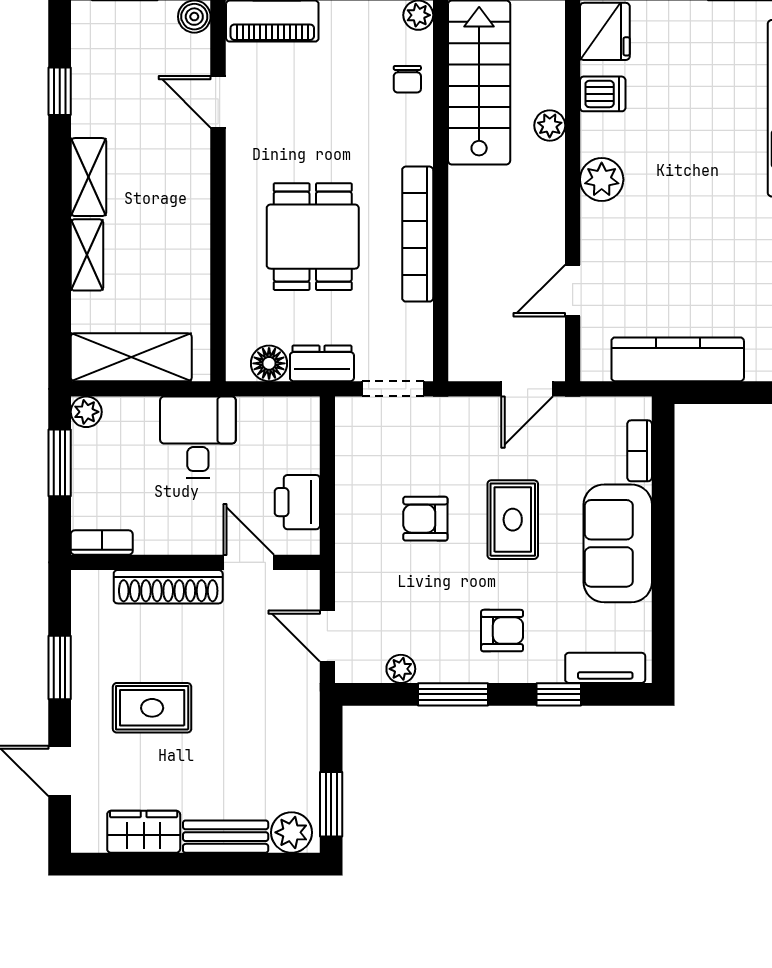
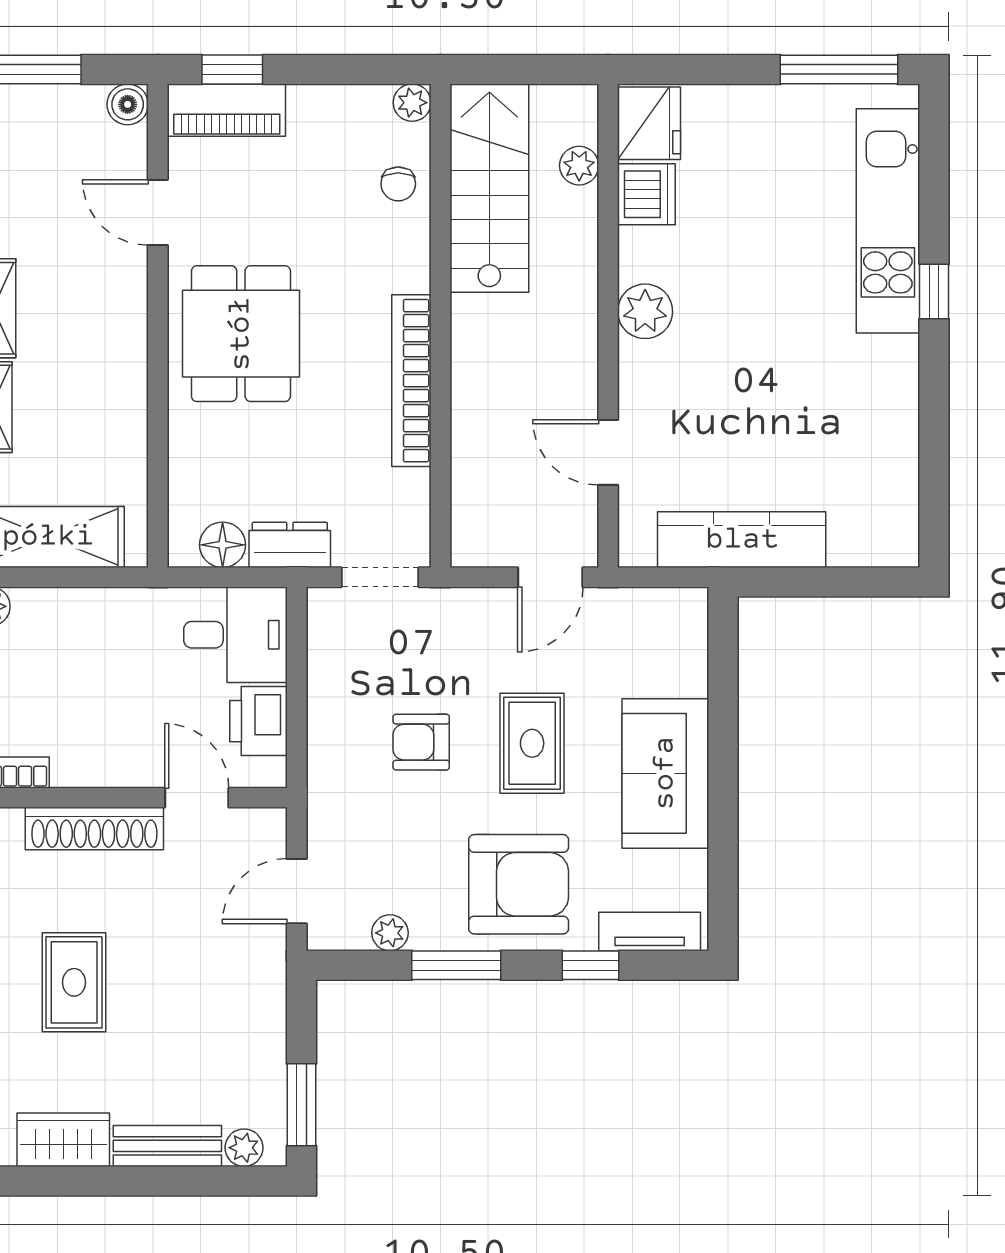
dishwasher: (603, 94) -> (646, 194), width x1.38
plant: (550, 125) -> (579, 166), moved
dining table: (313, 237) -> (241, 334), moved
door: (573, 291) -> (608, 452), hinge flipped
desk: (198, 437) -> (235, 635), moved, turned 90
bookcase: (640, 451) -> (693, 656), removed
armchair: (502, 631) -> (519, 884), width x1.88, depth x1.88
door: (327, 636) -> (297, 891), hinge flipped
rug: (152, 708) -> (74, 982), turned 90
plant: (291, 832) -> (244, 1148), width x0.73, depth x0.73

